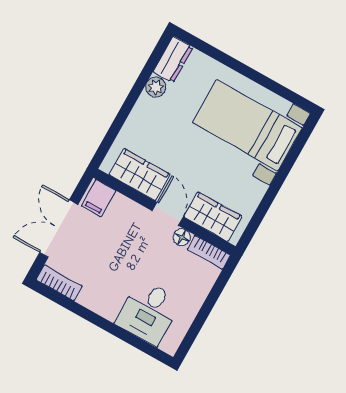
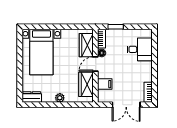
plant: (156, 87) -> (60, 98), moved
filing cabinet: (99, 198) -> (105, 84), moved
window: (216, 291) -> (116, 27), added

